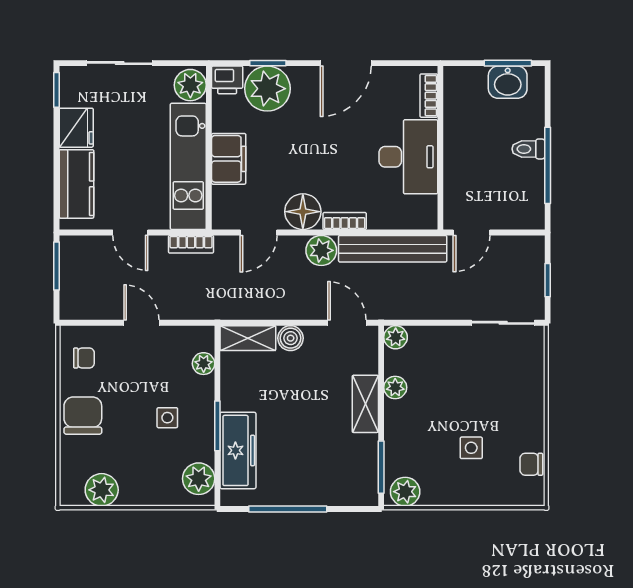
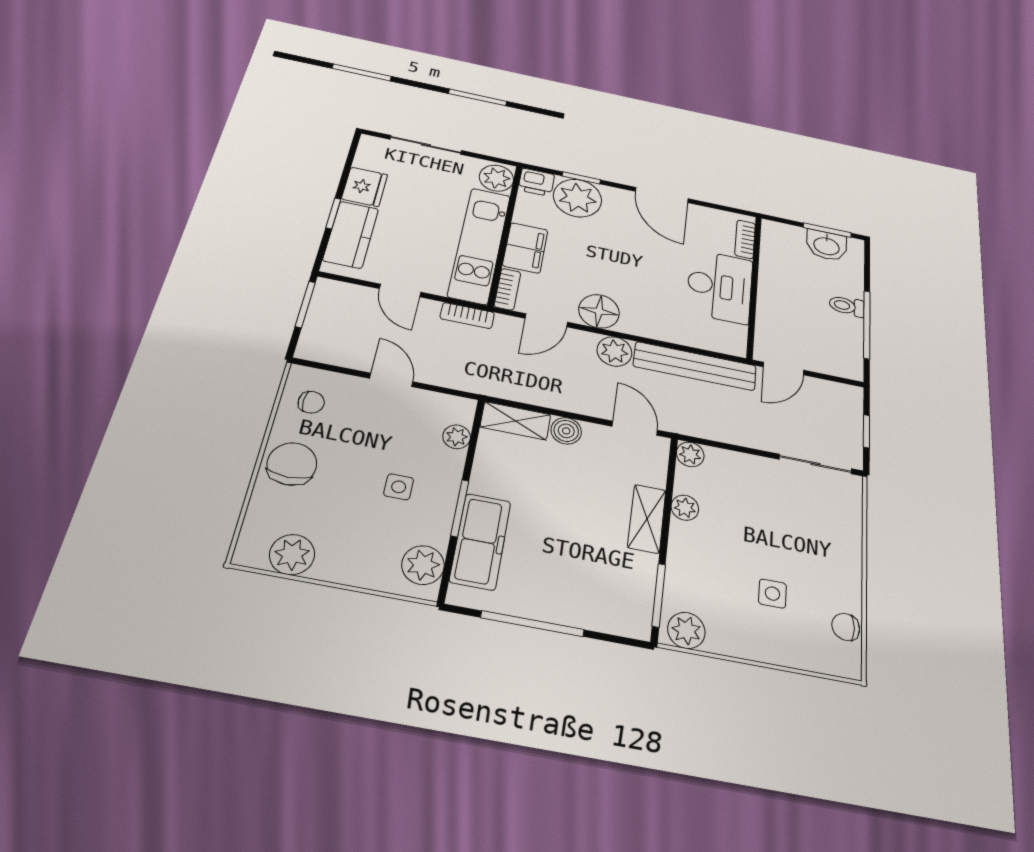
door: (346, 63) -> (662, 195), hinge flipped
window: (56, 90) -> (333, 213), moved
bookcase: (345, 221) -> (507, 289), moved, turned 90

